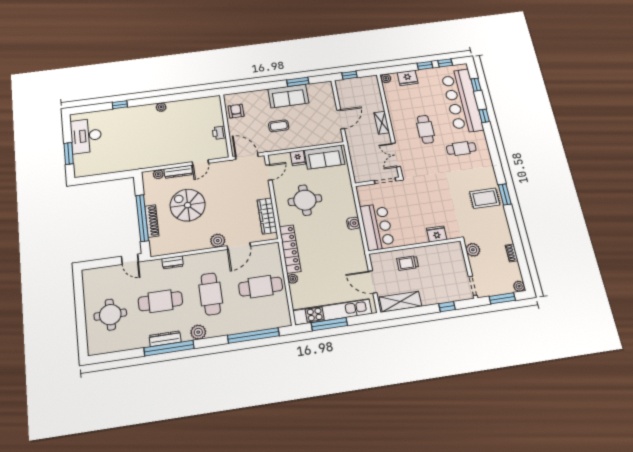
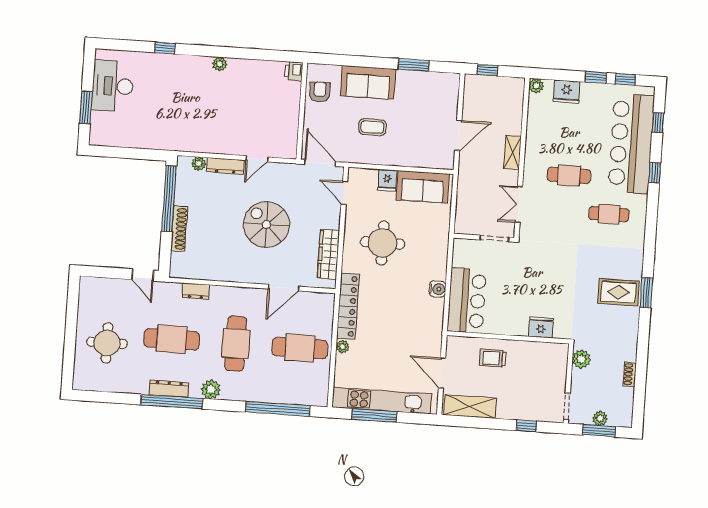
sofa: (288, 96) -> (368, 82), moved
cafe table: (425, 129) -> (569, 175), turned 90
printer: (219, 133) -> (294, 71), moved
door: (269, 172) -> (344, 193), swing flipped
spiral stairs: (188, 205) -> (266, 225), moved
window: (142, 218) -> (169, 199), moved
plant: (218, 241) -> (258, 274), removed
plant: (519, 286) -> (600, 418), moved

